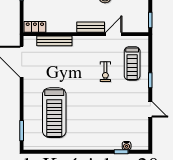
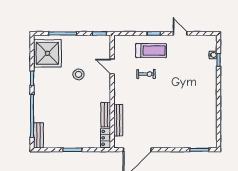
bench: (91, 27) -> (106, 115), moved
treadmill: (132, 63) -> (151, 50), moved
door: (150, 109) -> (180, 33), hinge flipped
treadmill: (54, 113) -> (183, 120), removed

